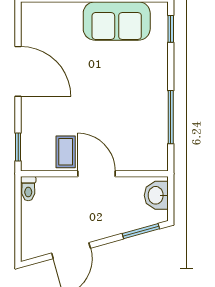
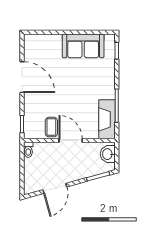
fireplace: (155, 139) -> (107, 119), added

